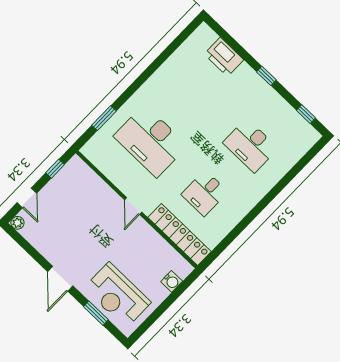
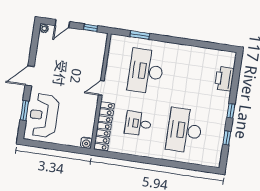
window: (306, 114) -> (227, 138), moved
desk: (251, 145) -> (184, 130), width x1.36, depth x1.30
water cooler: (172, 281) -> (86, 143), moved

